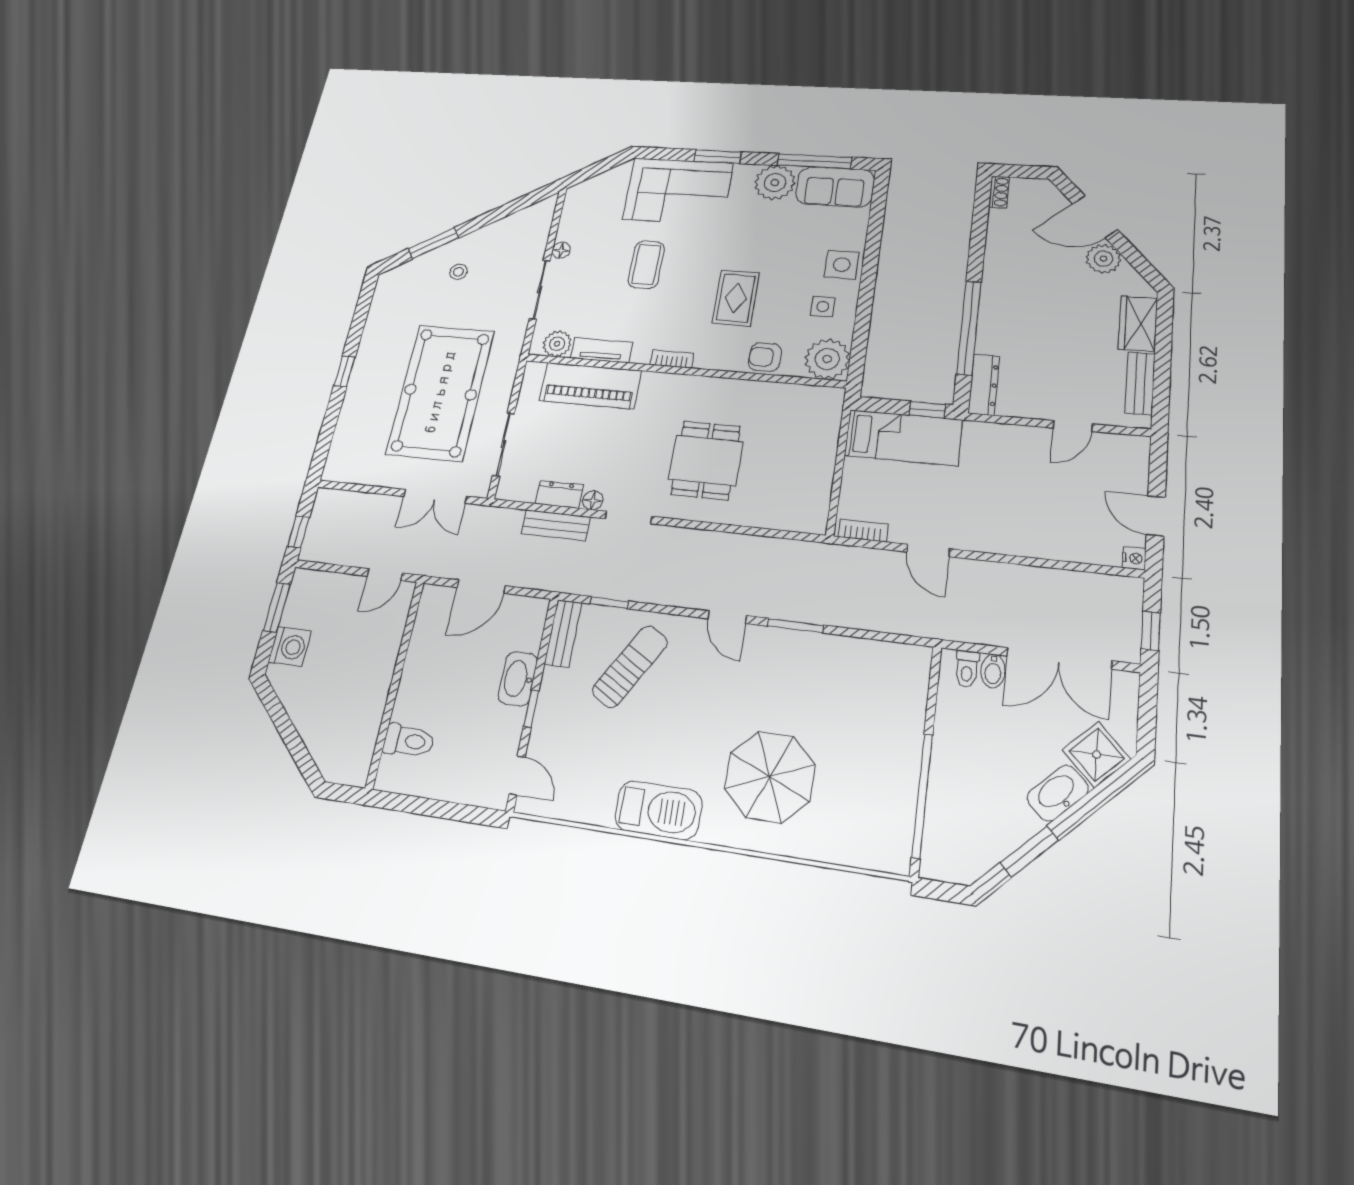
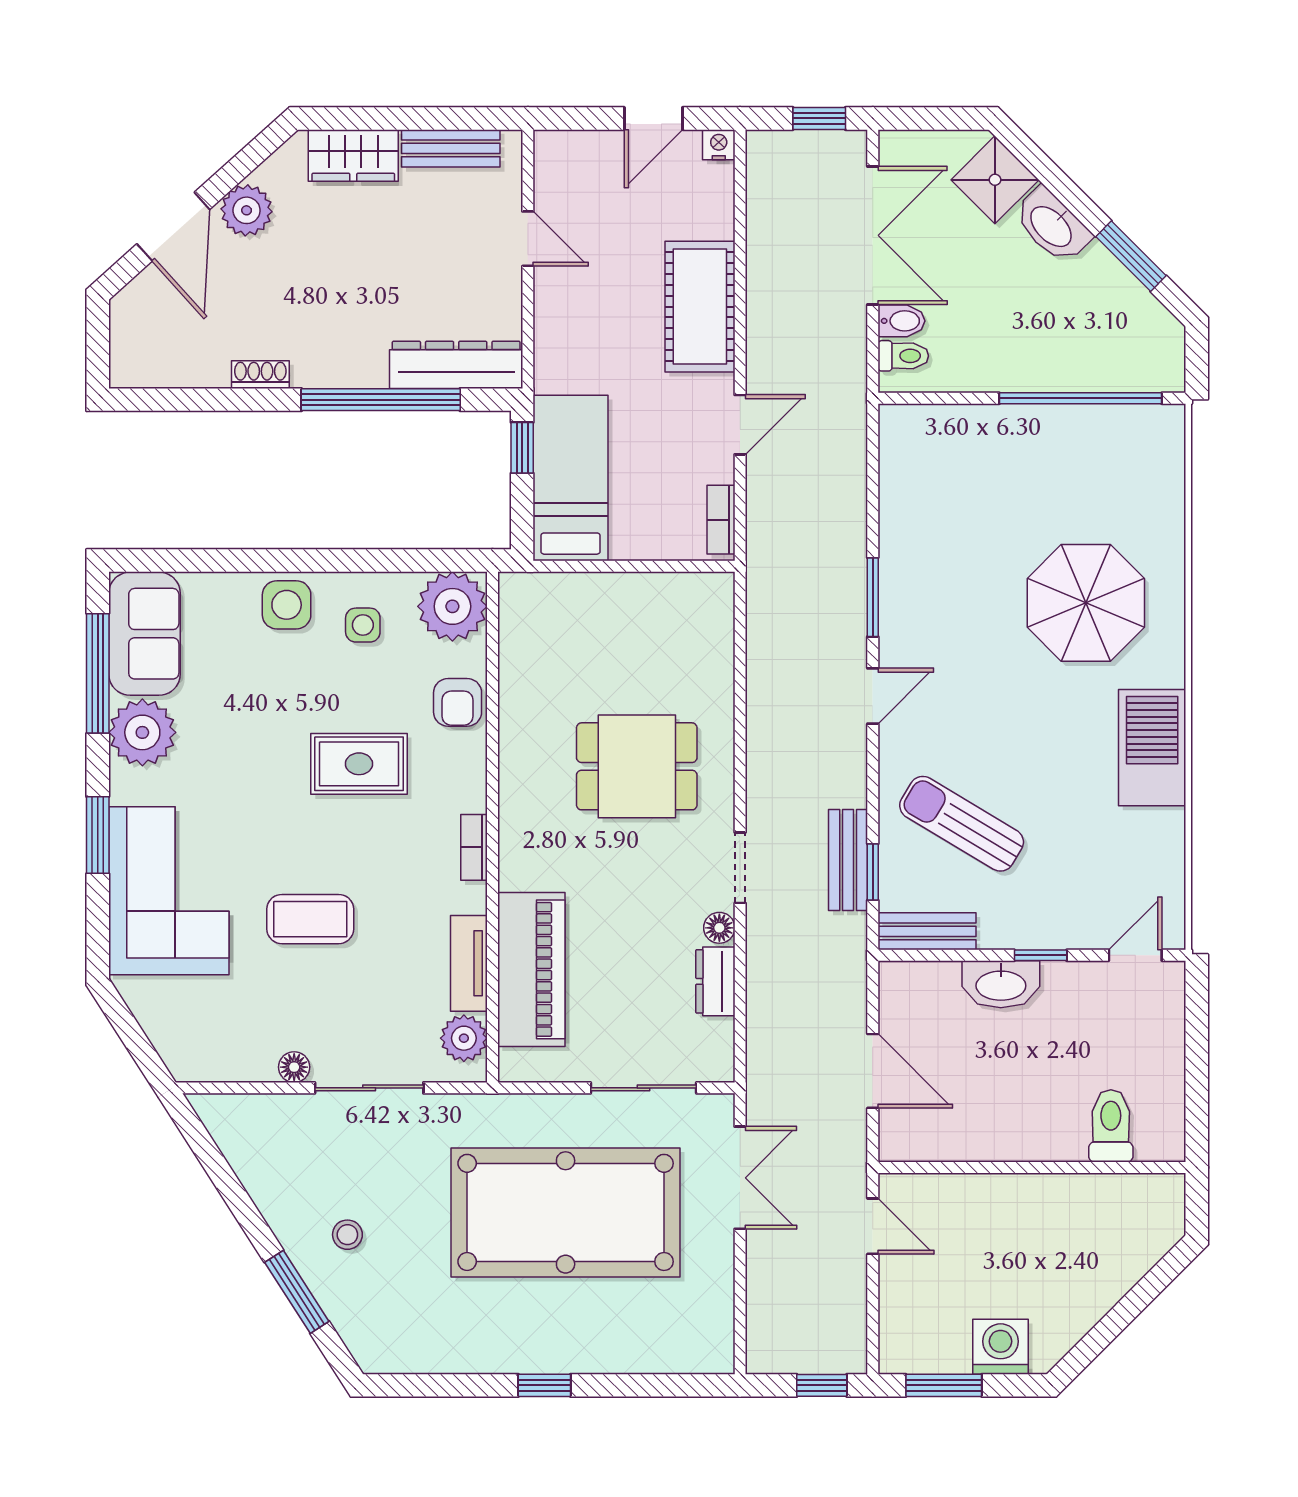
shoe rack: (999, 192) -> (260, 375), moved
dresser: (984, 385) -> (456, 365), width x1.37, depth x1.24
bench: (556, 525) -> (848, 860), moved
cot: (1015, 533) -> (700, 307), added

